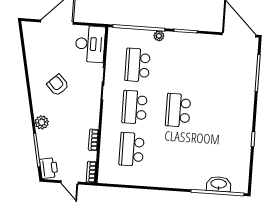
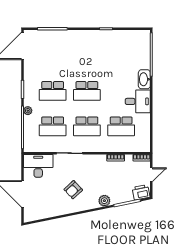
school desk: (181, 68) -> (53, 91), added
desk: (161, 172) -> (138, 101), added
washbasin: (219, 184) -> (144, 79), moved

